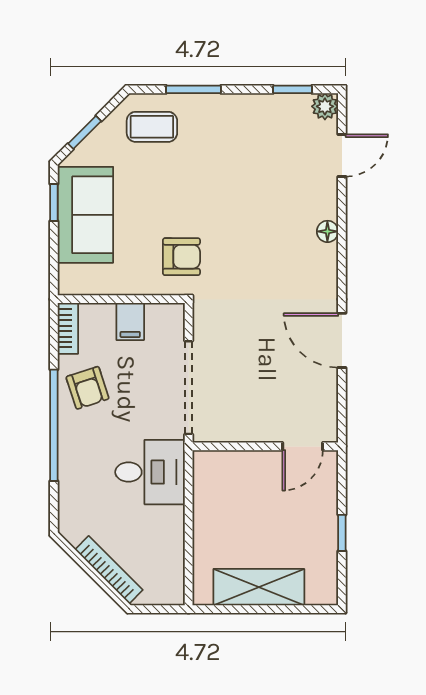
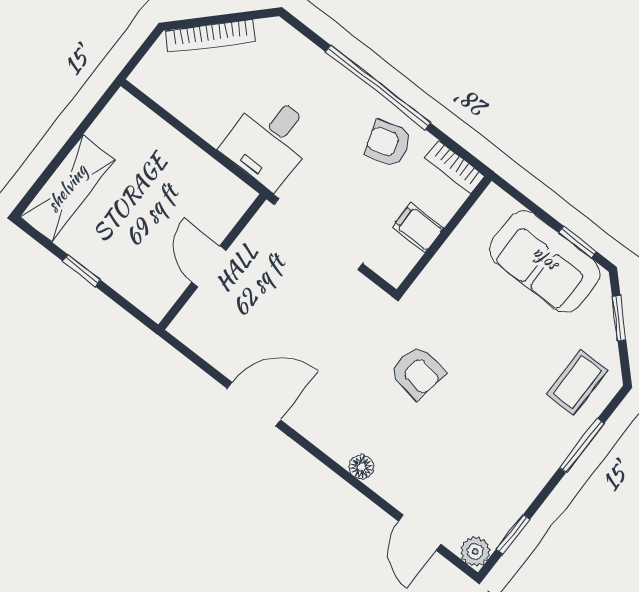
armchair: (181, 257) -> (417, 372), moved, turned -81
door: (303, 446) -> (209, 266), moved
shelving: (259, 587) -> (67, 188), moved

